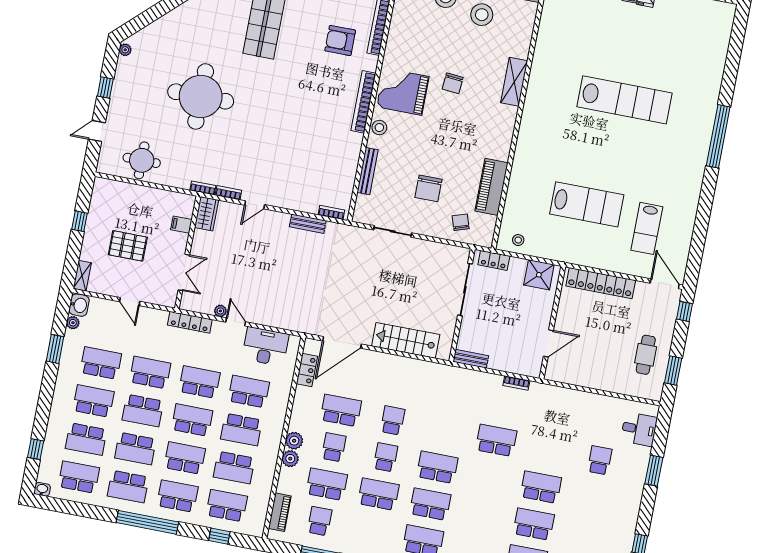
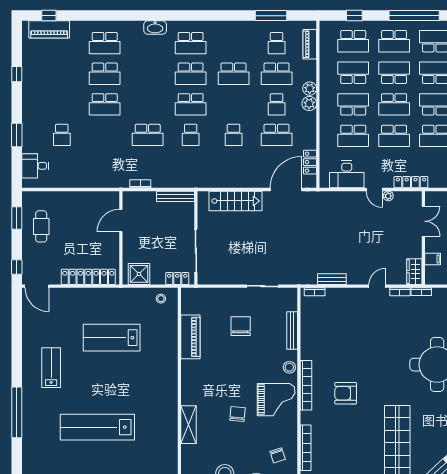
armchair: (340, 40) -> (346, 393), moved, turned 180
chair: (461, 222) -> (278, 455), moved
lab bench: (647, 228) -> (51, 368), moved
double door: (184, 272) -> (423, 221), swing flipped
bench: (471, 359) -> (175, 196), width x1.36
school desk: (386, 457) -> (191, 135), moved
school desk: (185, 458) -> (394, 73), turned 180

